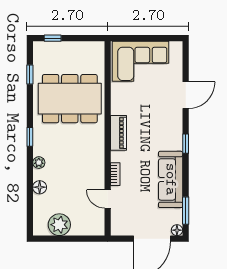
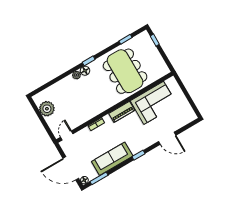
corner sofa: (140, 61) -> (154, 103), moved, turned -90
floor lamp: (40, 187) -> (85, 71), moved
door: (108, 199) -> (67, 135), moved

